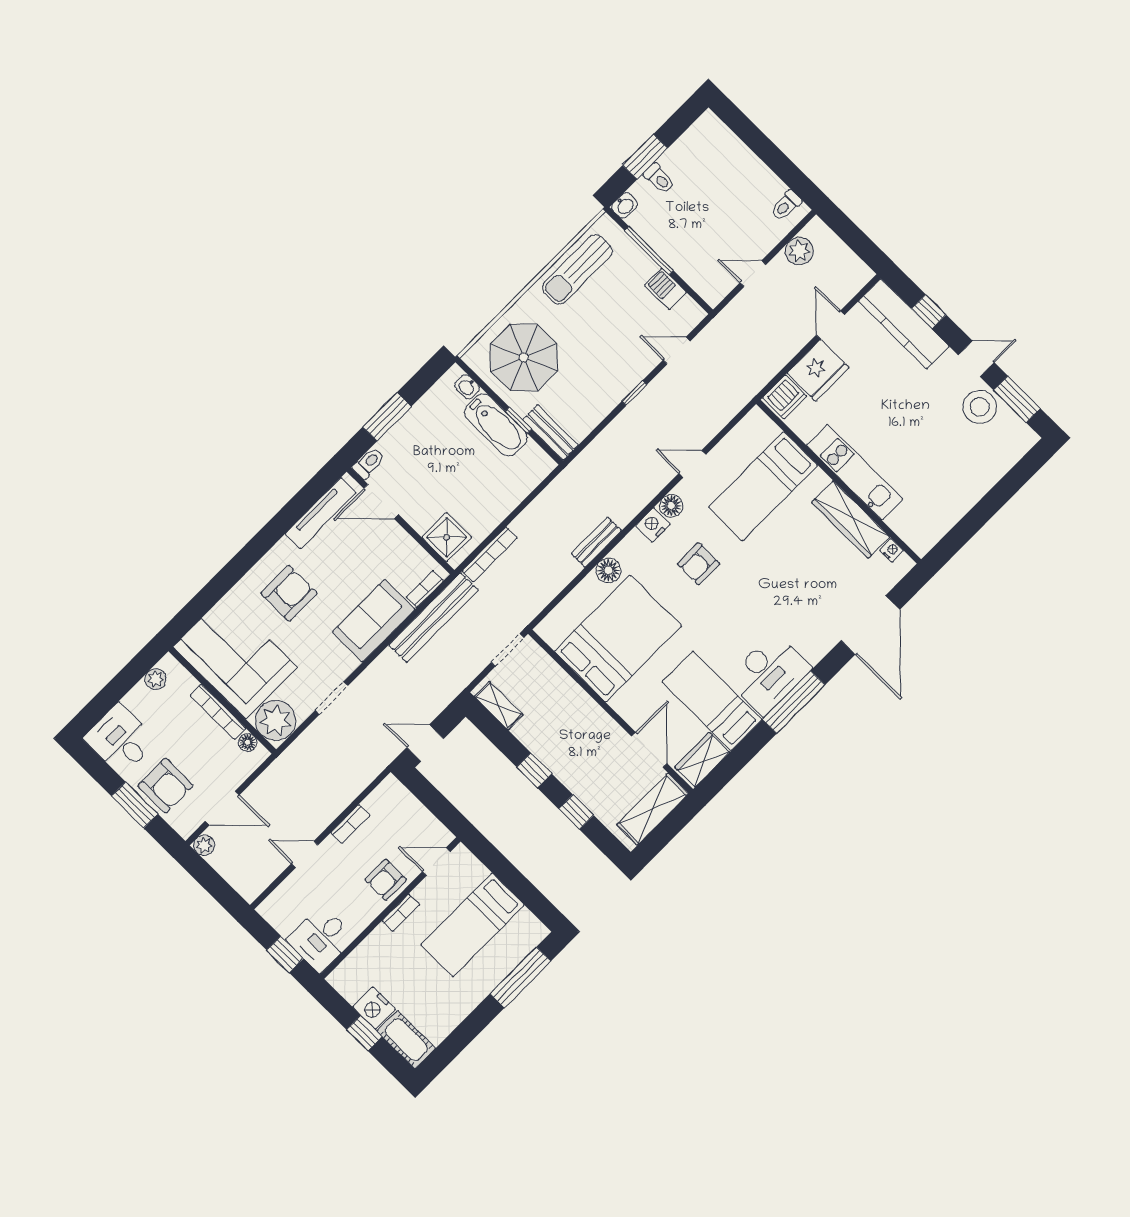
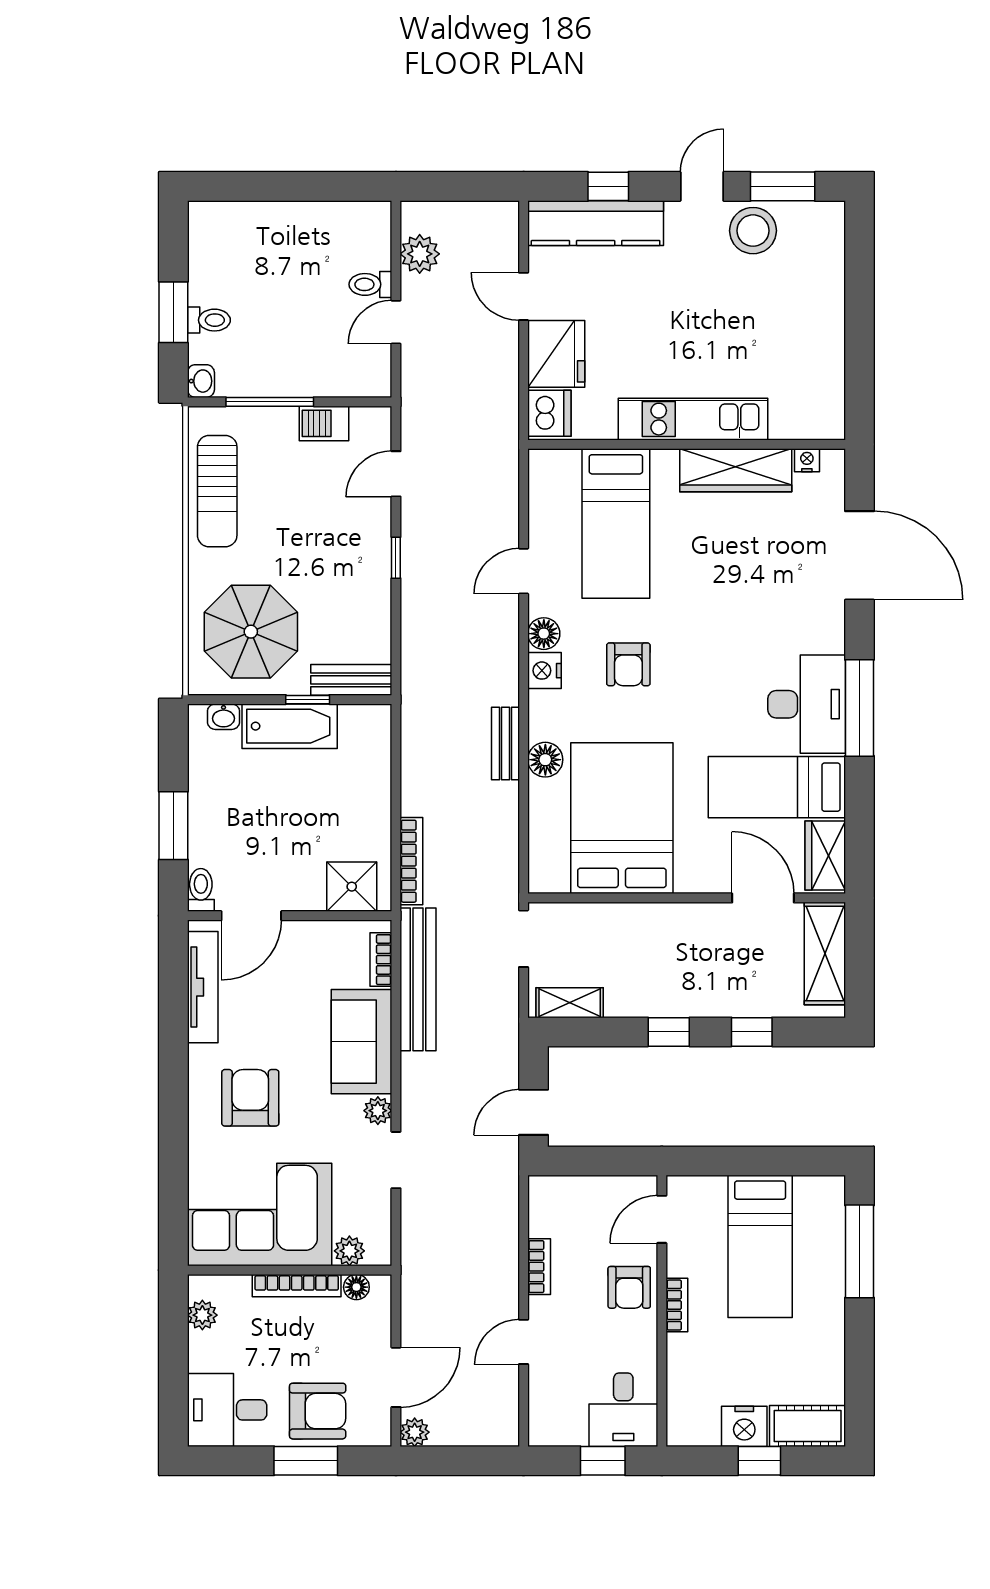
toilet: (786, 205) -> (370, 284), moved, turned 90
plant: (347, 664) -> (378, 1111), added
plant: (276, 721) -> (349, 1251), width x0.53, depth x0.53

